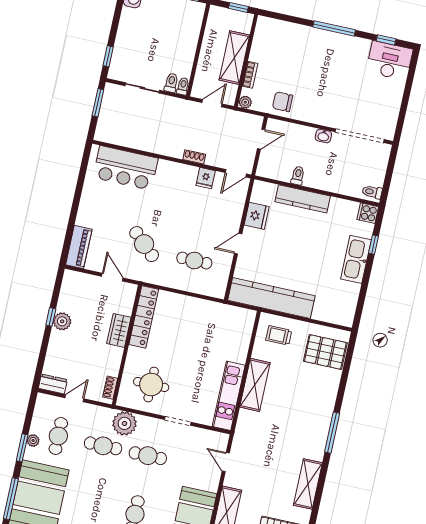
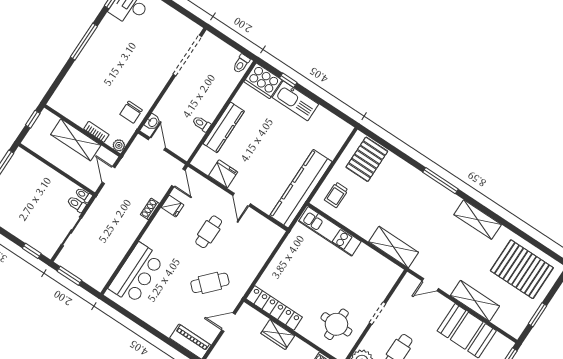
washbasin: (323, 136) -> (153, 122), moved
cooker: (368, 213) -> (263, 81), width x1.87, depth x1.31
cafe table: (194, 261) -> (209, 232), moved
shelving: (255, 385) -> (394, 247), moved
kitchen unit: (229, 396) -> (330, 231), moved

